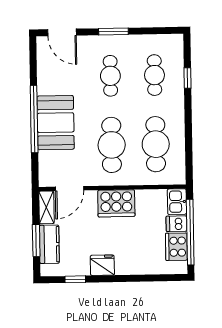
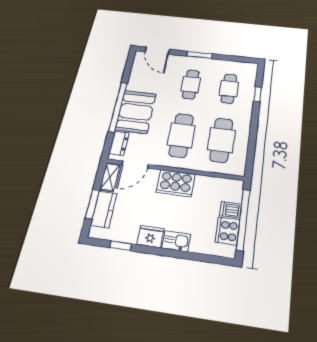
dresser: (46, 166) -> (119, 143), added
kitchen sink: (177, 202) -> (176, 241), moved, turned 90

